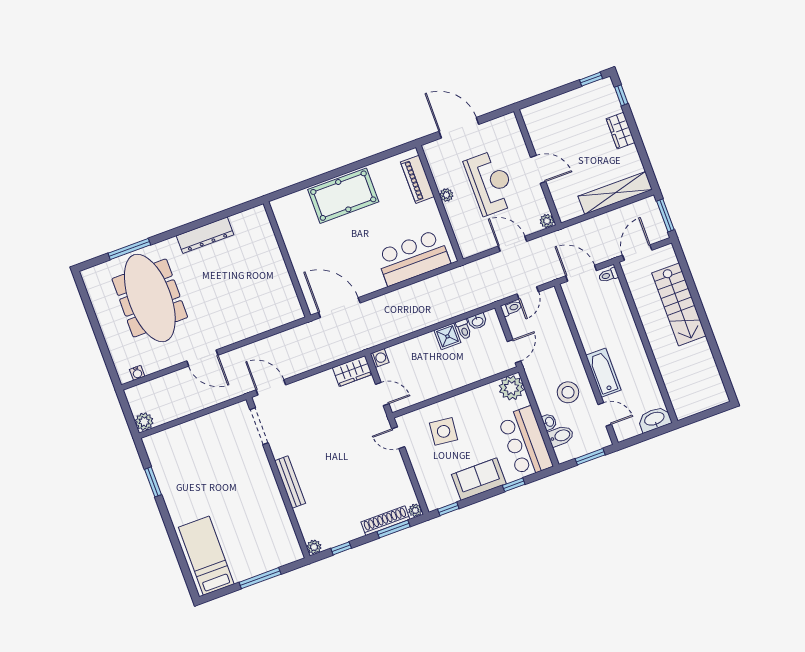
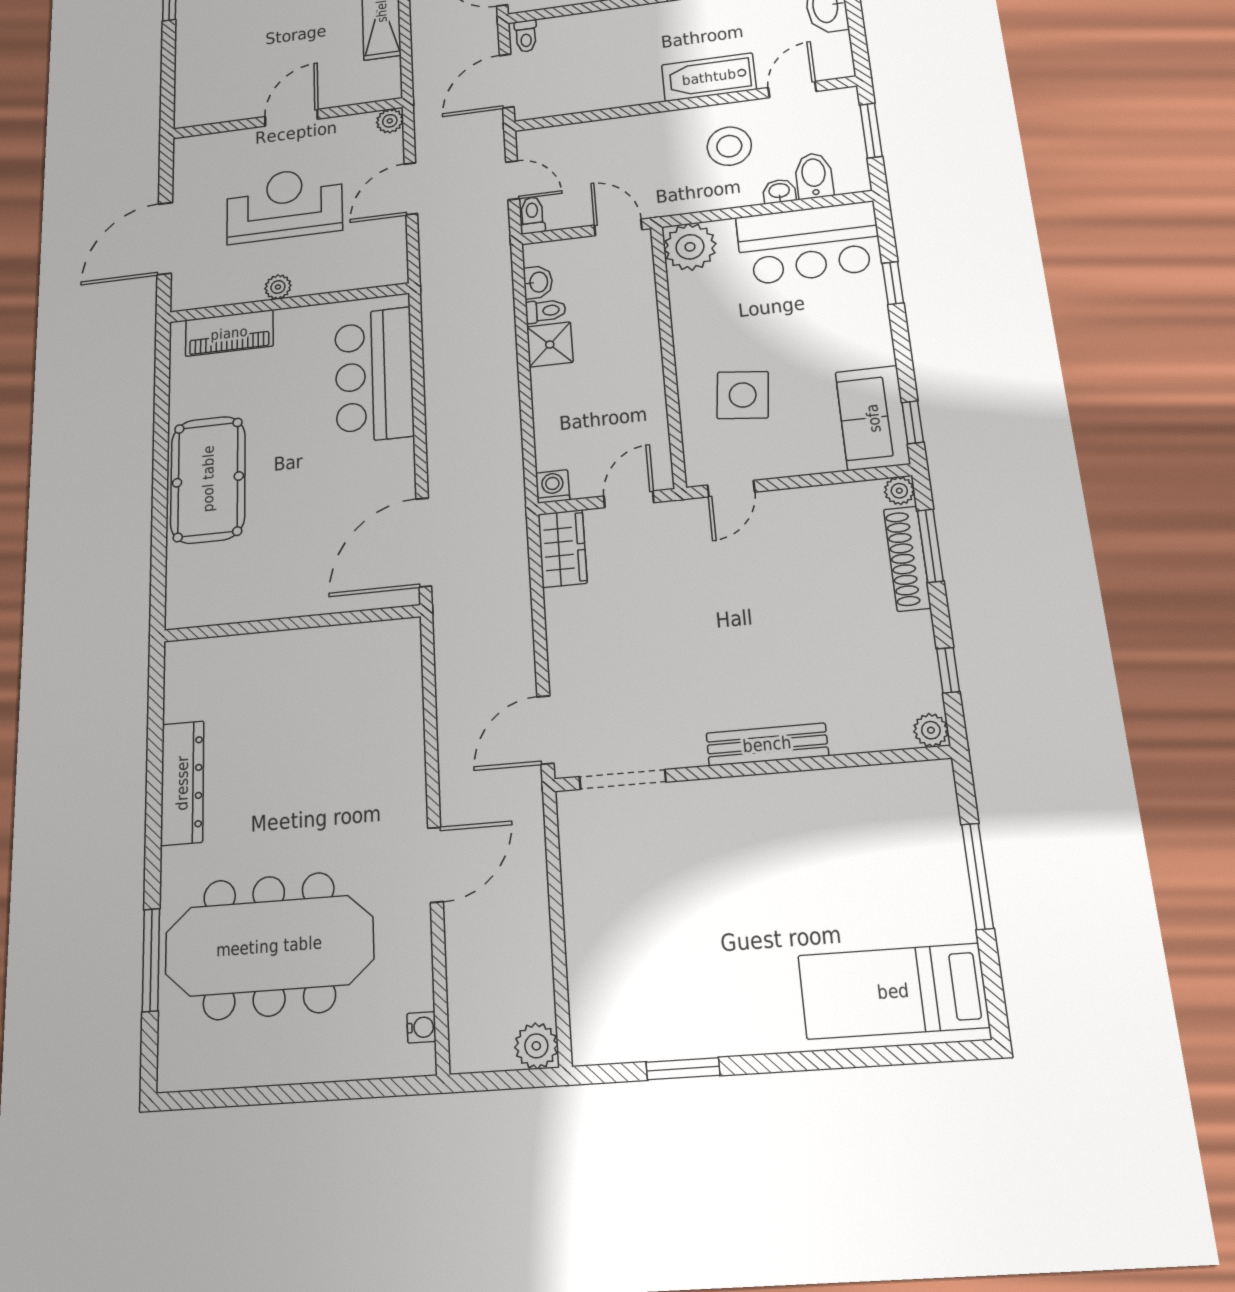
sofa: (479, 479) -> (873, 418), moved

